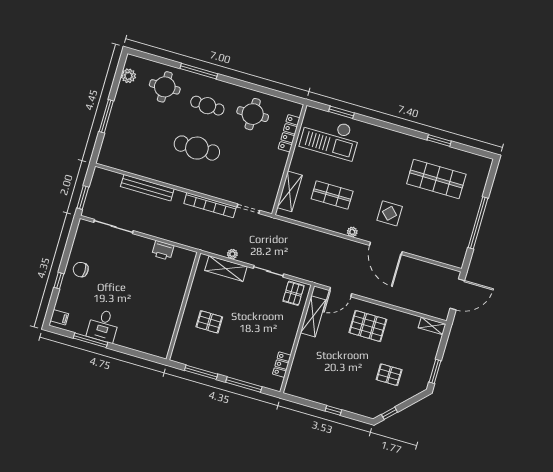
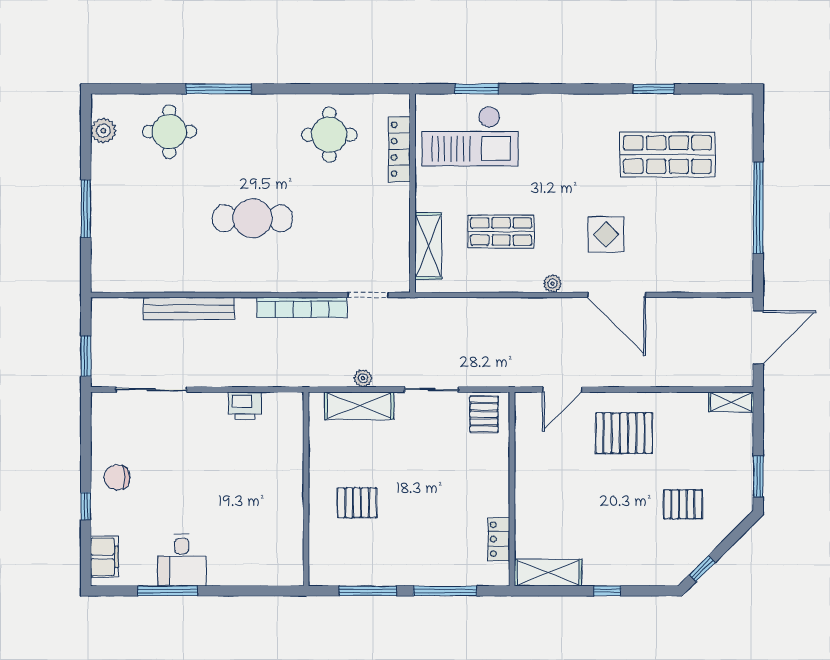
cafe table: (207, 106) -> (250, 142), removed
shelving: (313, 316) -> (548, 573), moved, turned 90
filing cabinet: (59, 317) -> (104, 557), width x2.00

